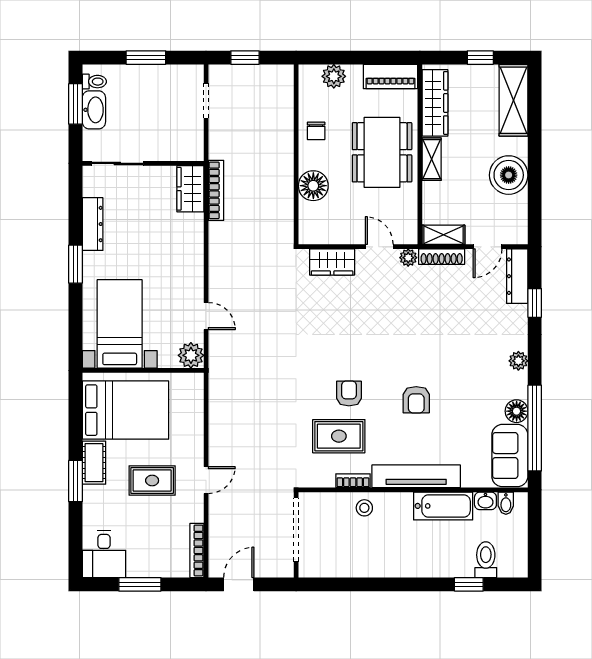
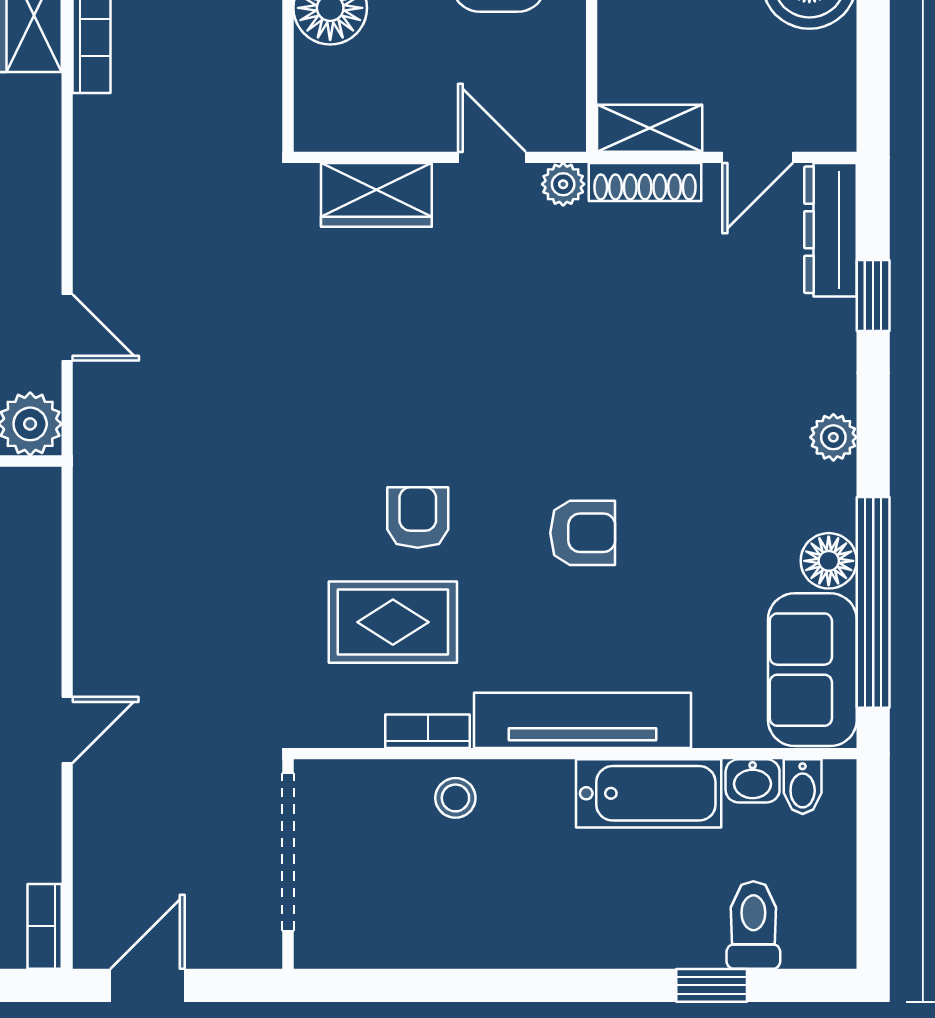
armchair: (416, 400) -> (583, 533), turned -90
bookcase: (197, 550) -> (45, 926), width x0.64

